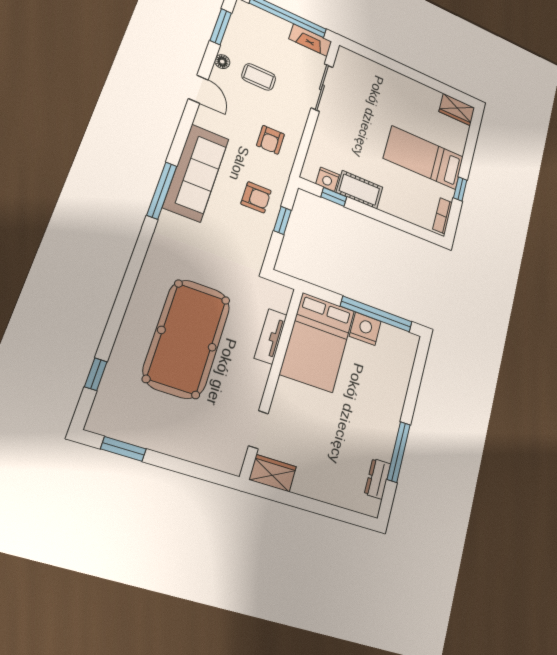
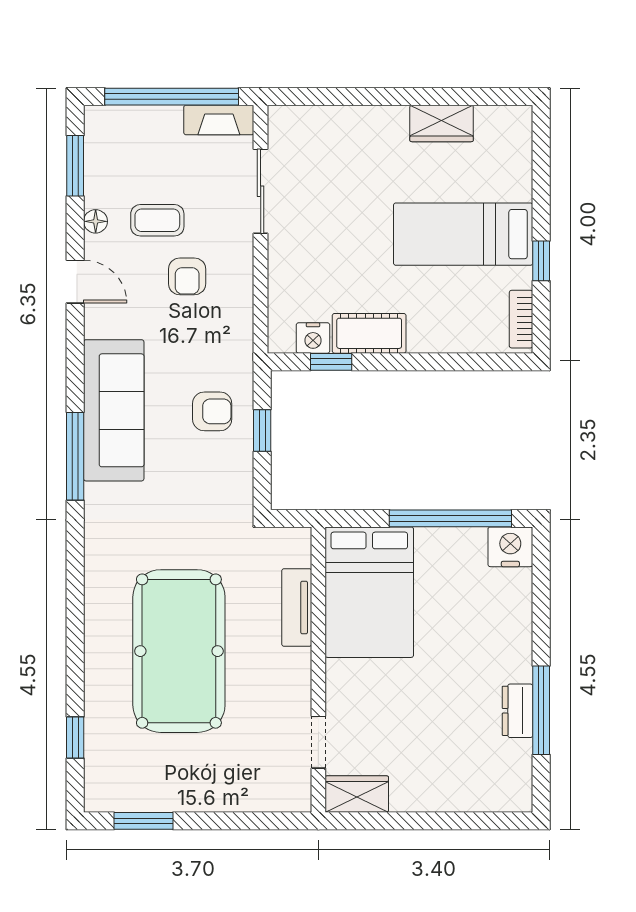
wardrobe: (457, 110) -> (442, 123), moved
armchair: (270, 140) -> (187, 276), moved
nightstand: (365, 329) -> (510, 547), moved
dresser: (378, 479) -> (518, 711), moved

